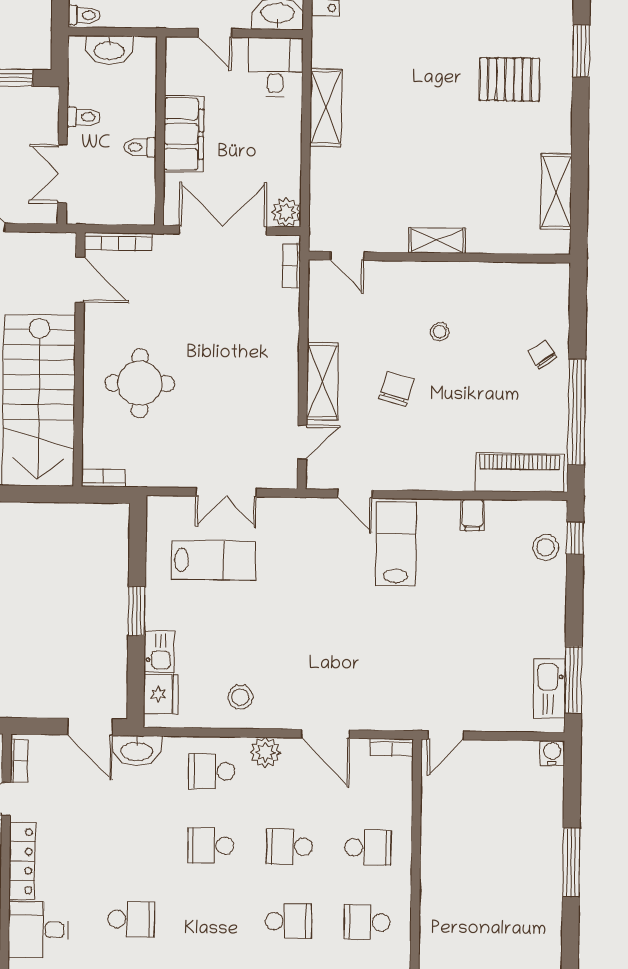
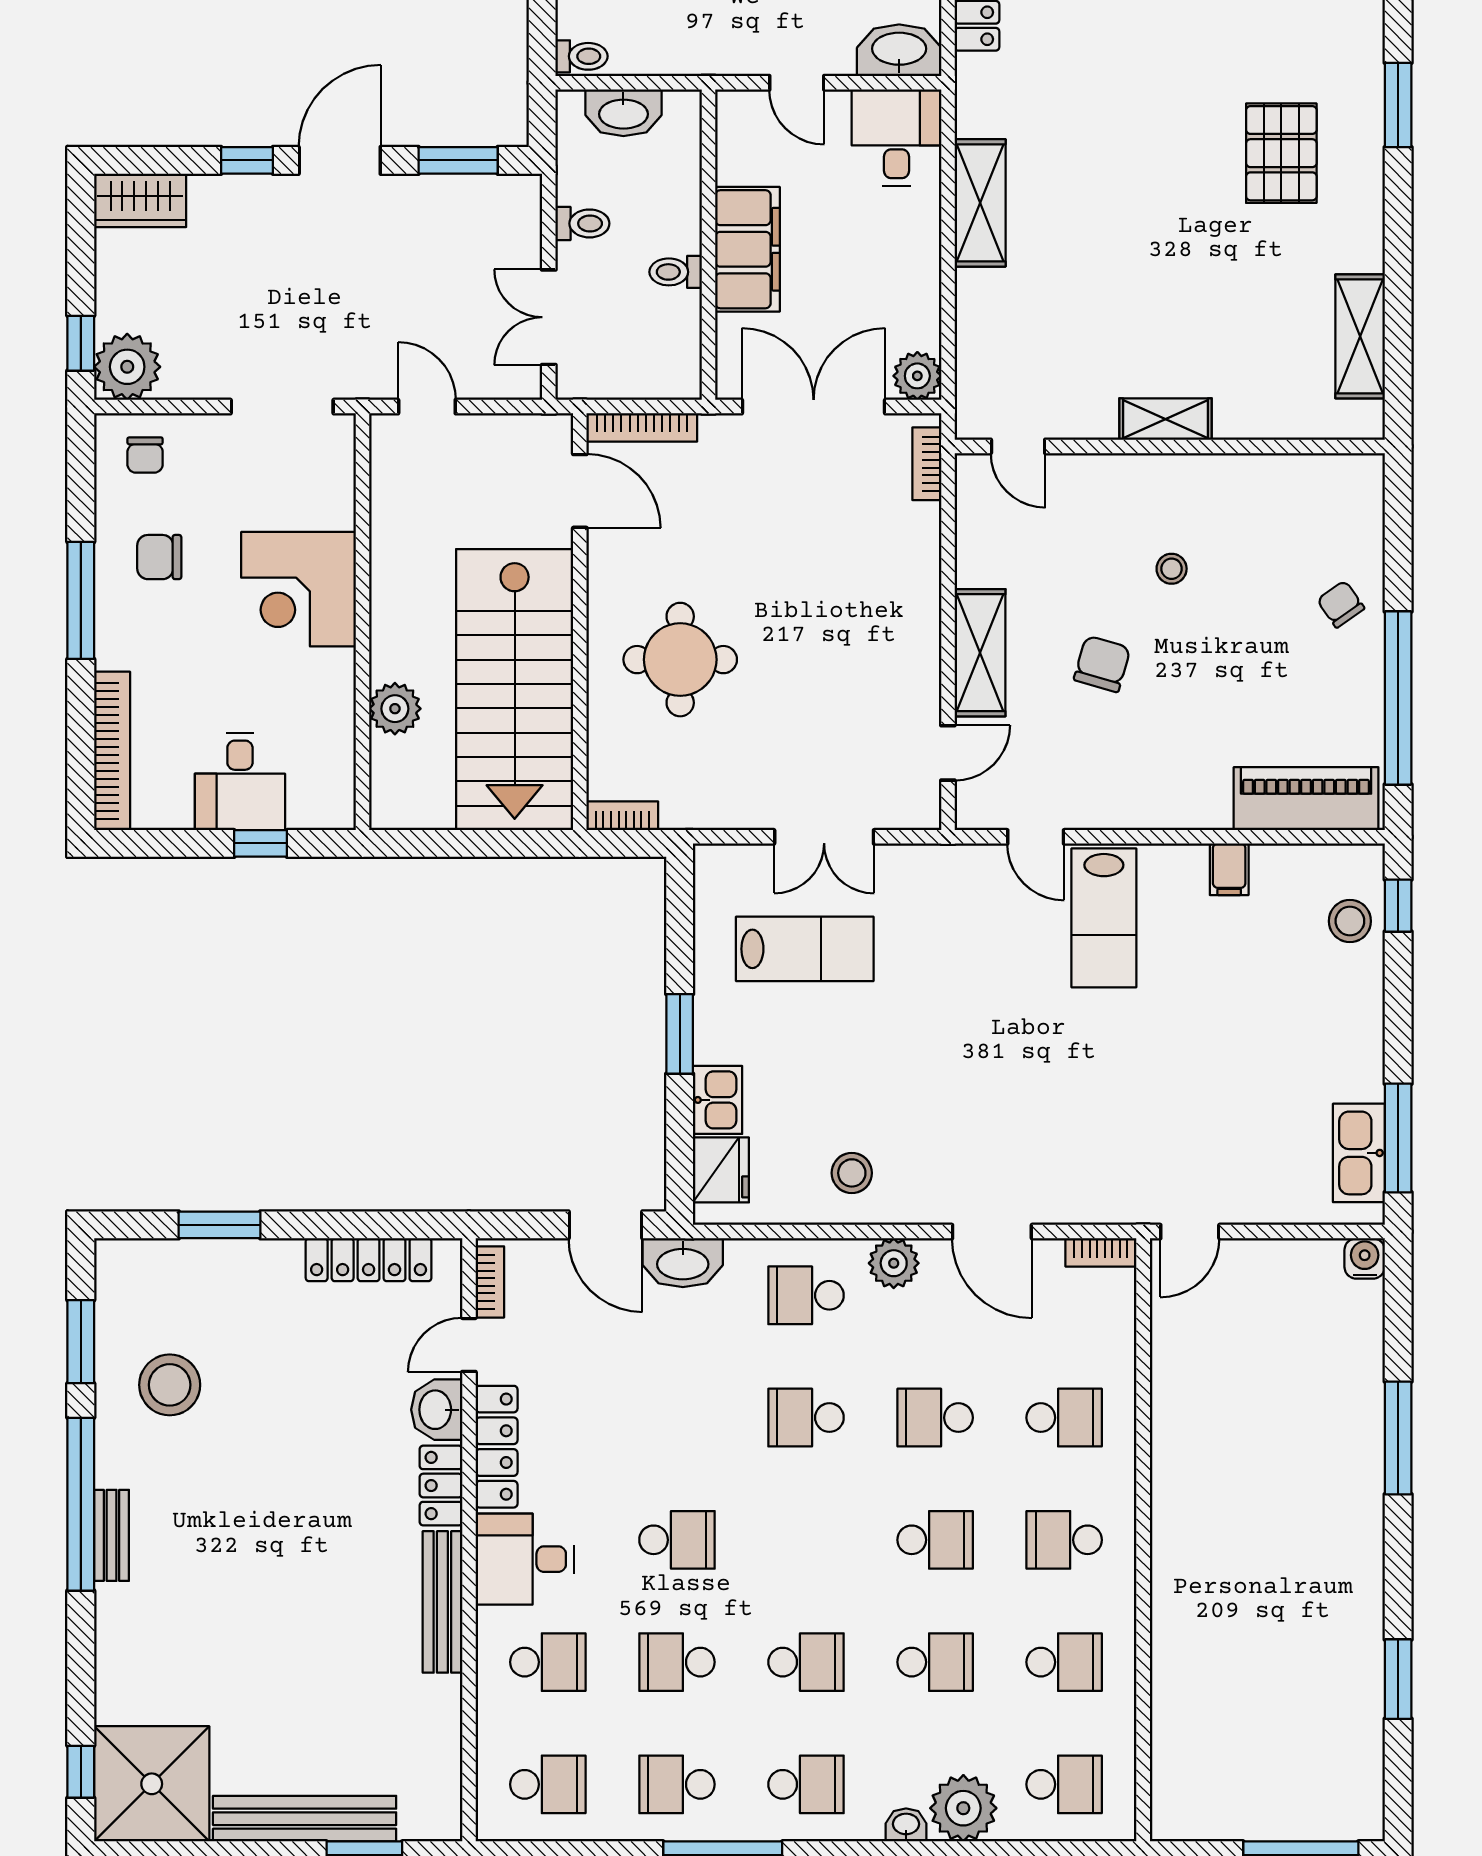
pallet: (510, 79) -> (1281, 153), turned 90
lab bench: (396, 544) -> (1104, 918), turned 180

